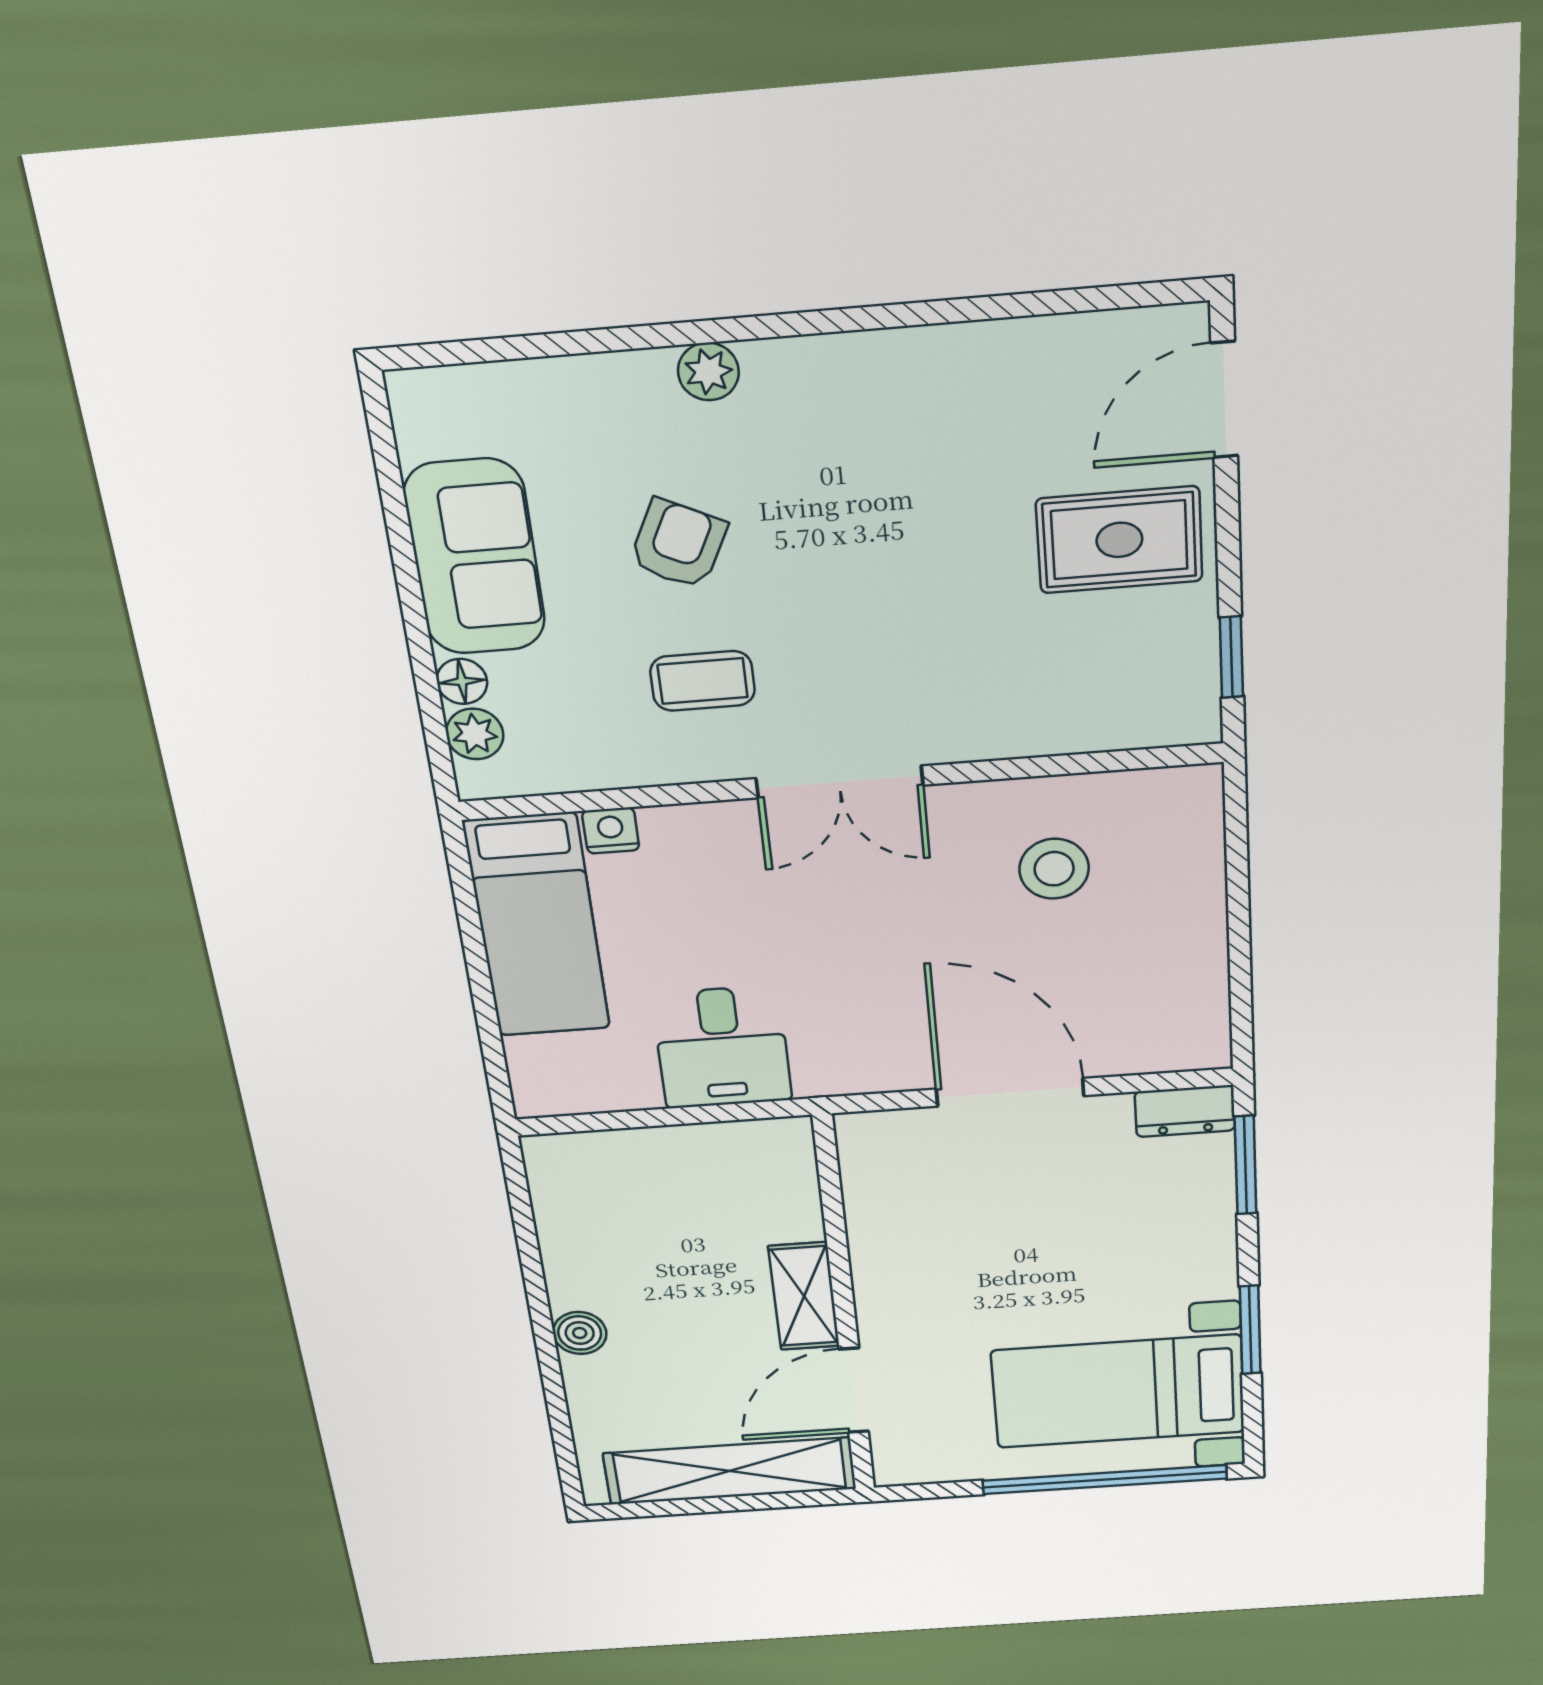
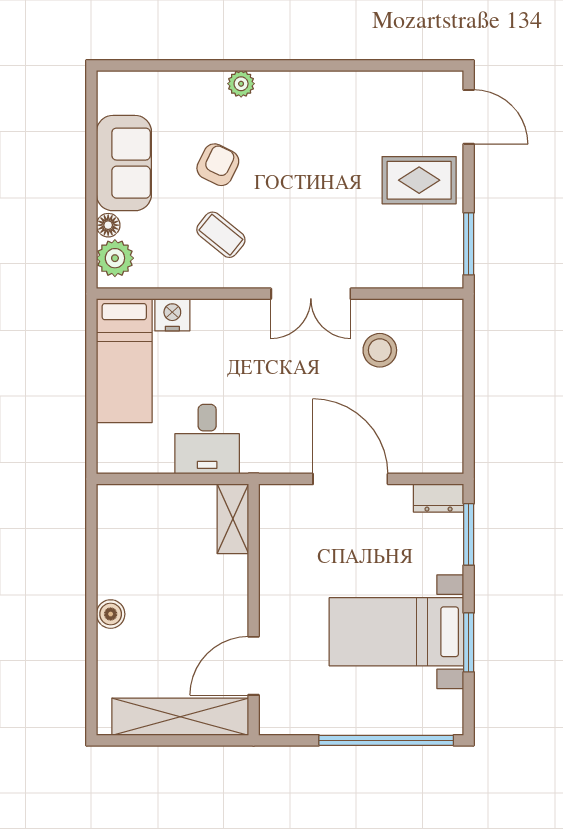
door: (1224, 400) -> (469, 117), swing flipped
window: (1231, 657) -> (469, 244), width x1.50
coffee table: (703, 681) -> (221, 235), turned 39
plant: (475, 734) -> (115, 258), width x1.38, depth x1.38
double door: (839, 782) -> (311, 294), moved
nightstand: (611, 831) -> (172, 315), width x1.39, depth x1.35
shelving: (804, 1296) -> (233, 519), moved
bed with nightstands: (1118, 1391) -> (396, 632), moved

